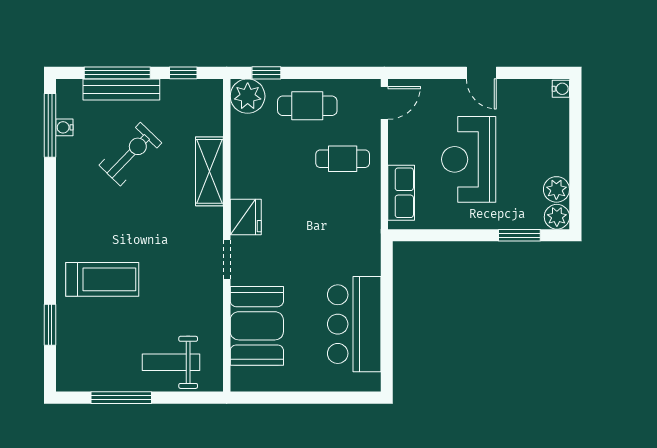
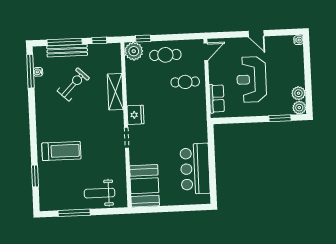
booth: (257, 326) -> (144, 186), moved

